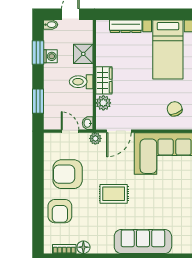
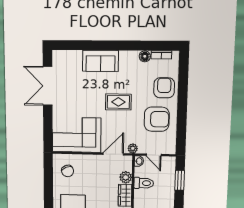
toilet: (81, 82) -> (144, 183), moved
sofa: (143, 241) -> (100, 61), width x0.73

